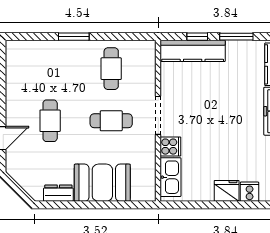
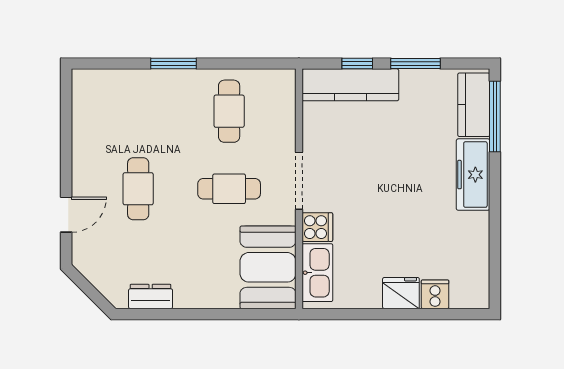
booth: (102, 183) -> (268, 267), moved, turned 90

